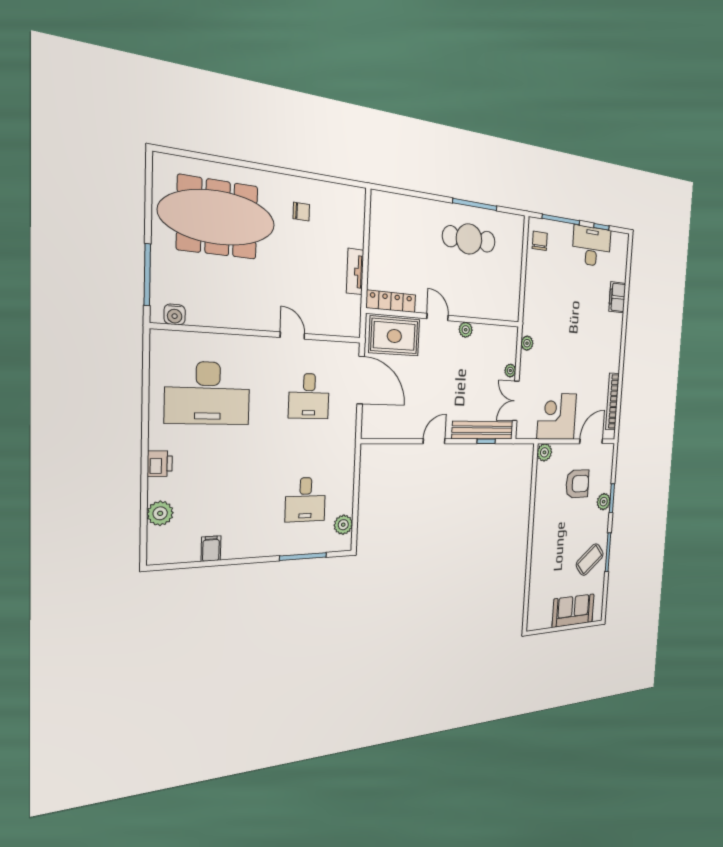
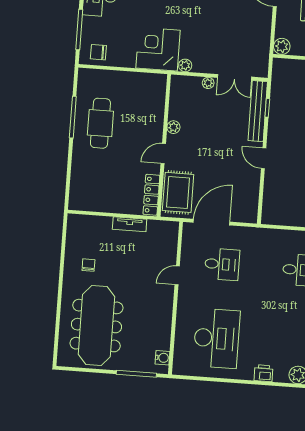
corner desk: (557, 416) -> (158, 49), moved, turned 90

